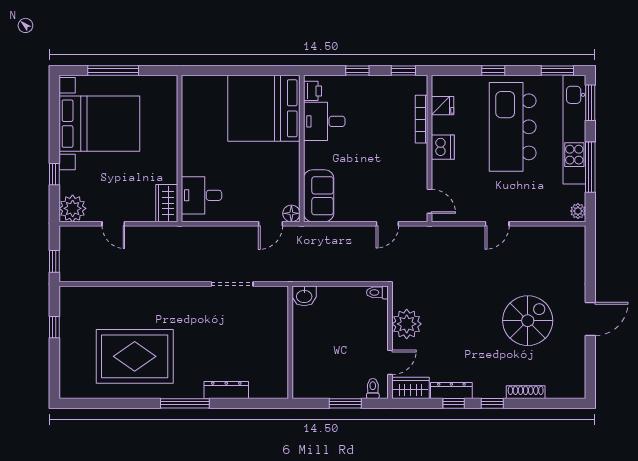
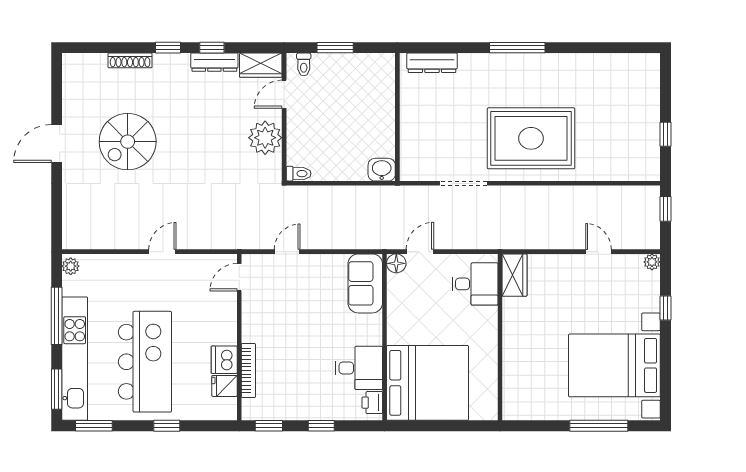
dishwasher: (443, 147) -> (224, 360), moved
wall: (179, 149) -> (500, 337), moved
desk: (201, 195) -> (475, 284), moved
door: (430, 201) -> (239, 277), hinge flipped
wardrobe: (167, 203) -> (514, 275), moved
plant: (73, 208) -> (652, 262), width x0.53, depth x0.53
rug: (135, 356) -> (531, 138), moved
dresser: (226, 390) -> (432, 63), moved

